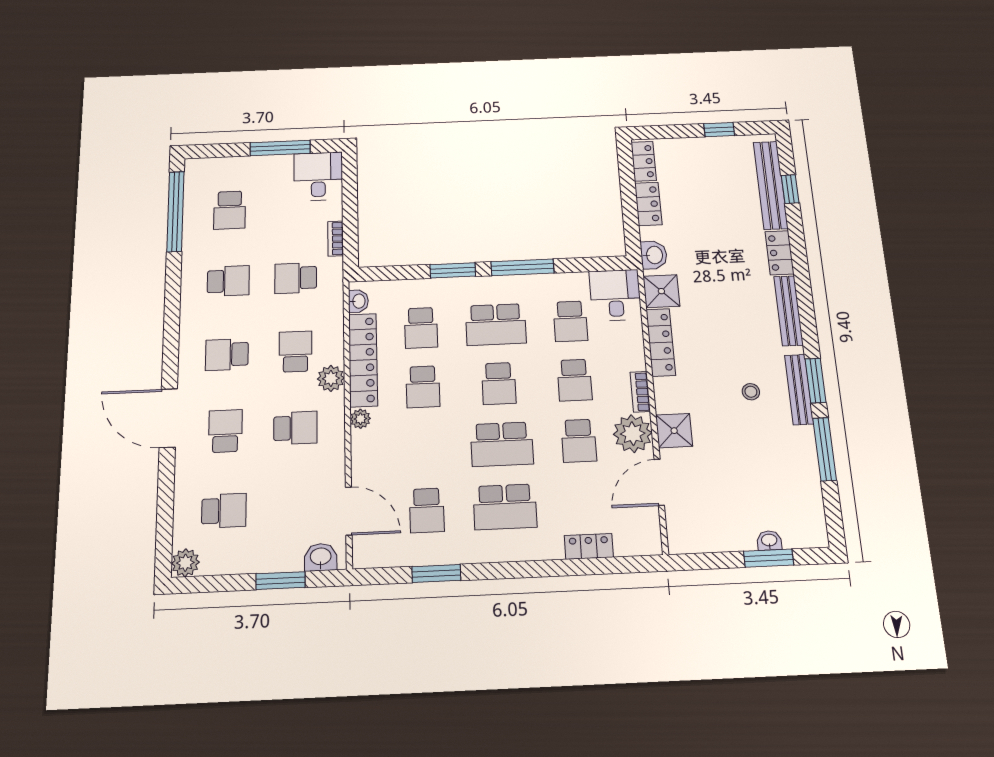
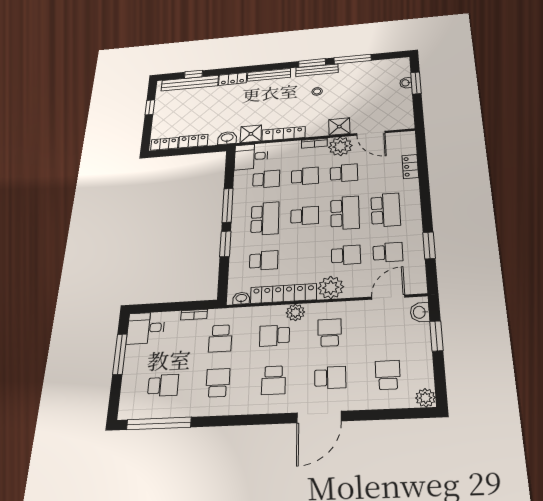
school desk: (423, 387) -> (346, 255), moved
plant: (360, 419) -> (331, 288), width x1.88, depth x1.88
school desk: (225, 431) -> (330, 378), turned 180

